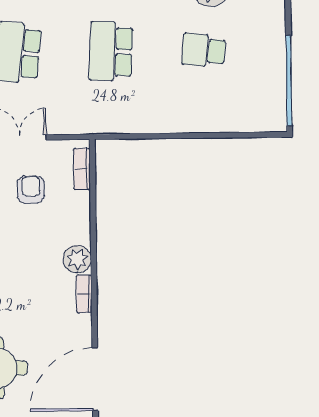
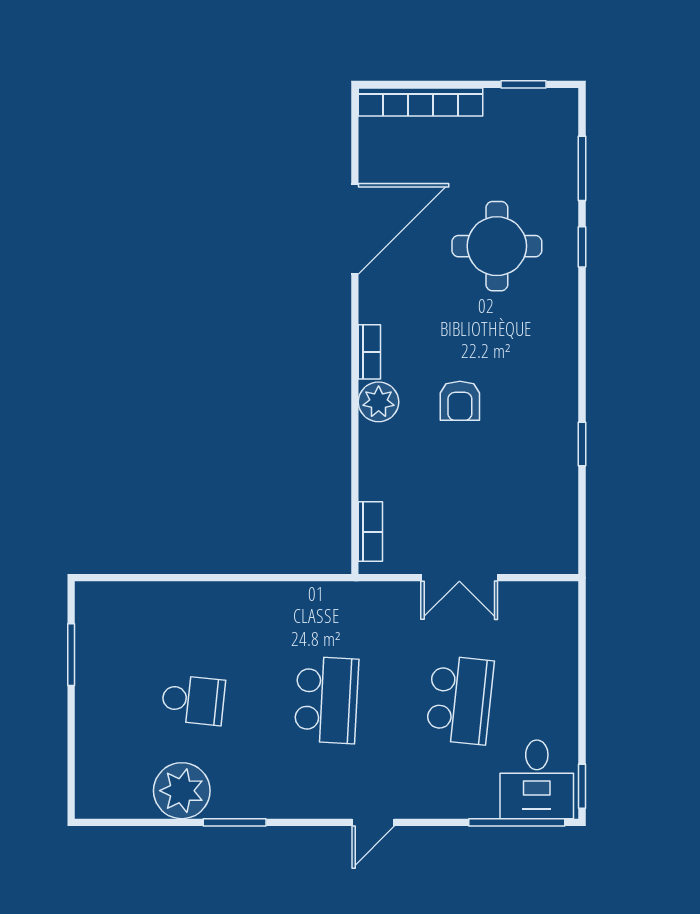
window: (289, 81) -> (71, 655), width x0.47
armchair: (31, 190) -> (460, 401), moved

